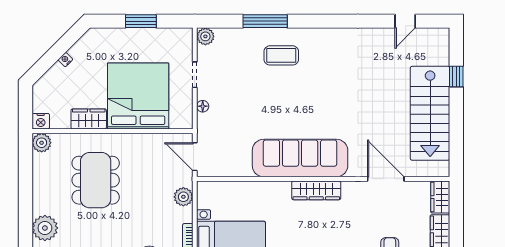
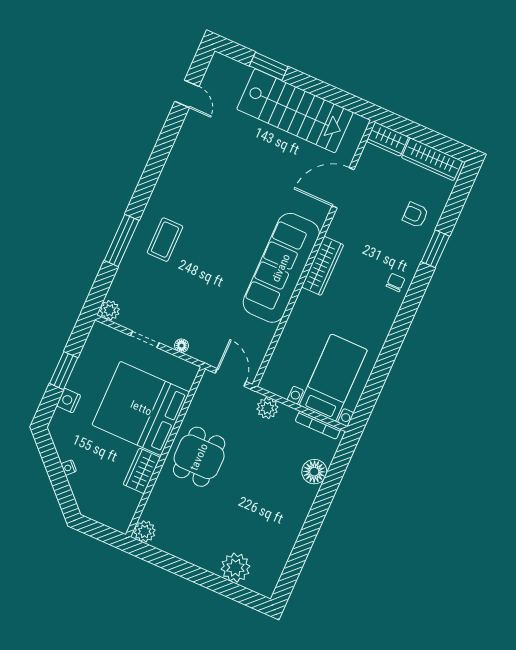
window: (456, 77) -> (269, 66), width x1.50
nightstand: (41, 121) -> (69, 401), moved, turned 180
door: (195, 157) -> (231, 377), swing flipped
dining table: (96, 180) -> (199, 457), moved, width x0.73

